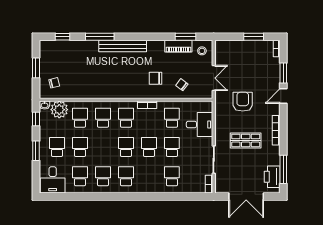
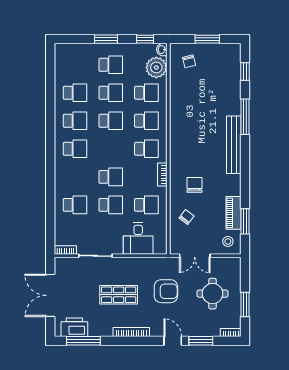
round table: (245, 63) -> (213, 294), added
shop shelf: (246, 140) -> (119, 295), turned 90
school desk: (126, 147) -> (111, 121), moved
desk: (53, 180) -> (71, 59), removed

